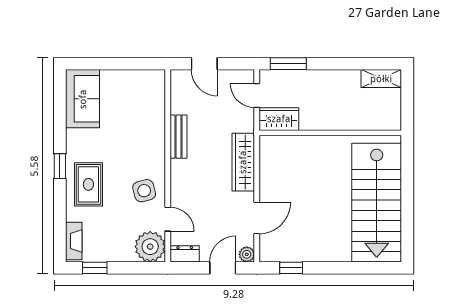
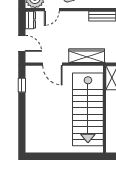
stairs: (377, 203) -> (88, 109), moved, turned -90
plant: (247, 254) -> (30, 58), removed

